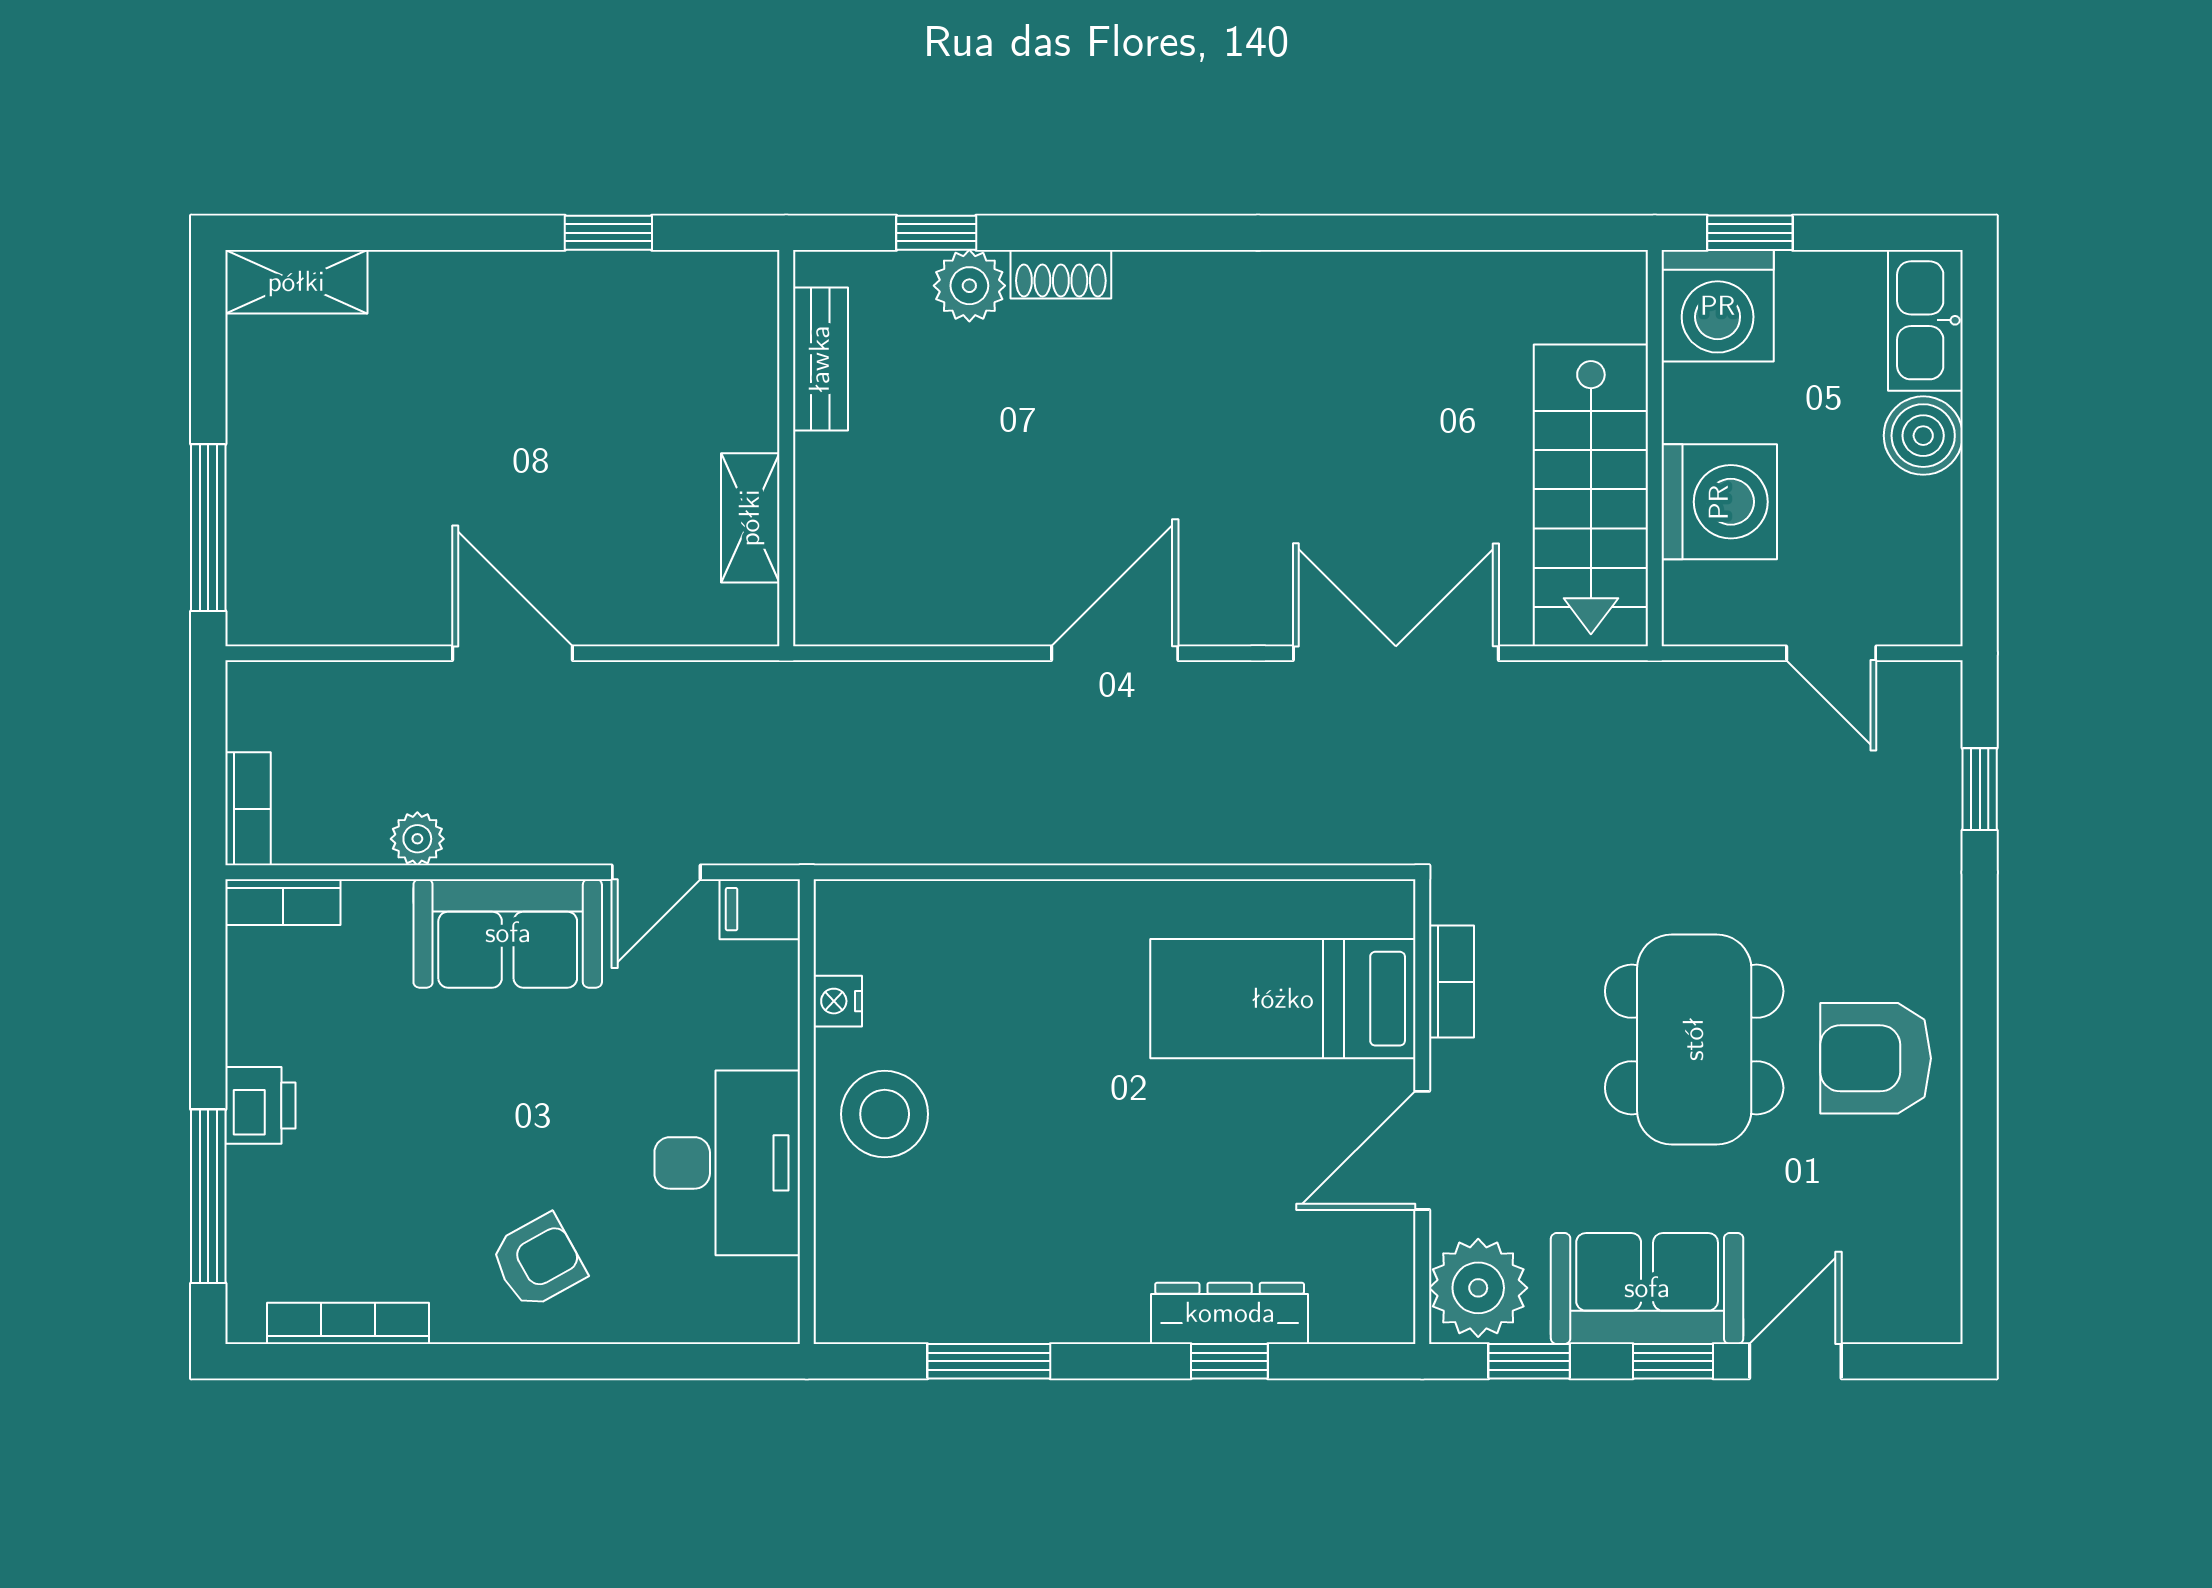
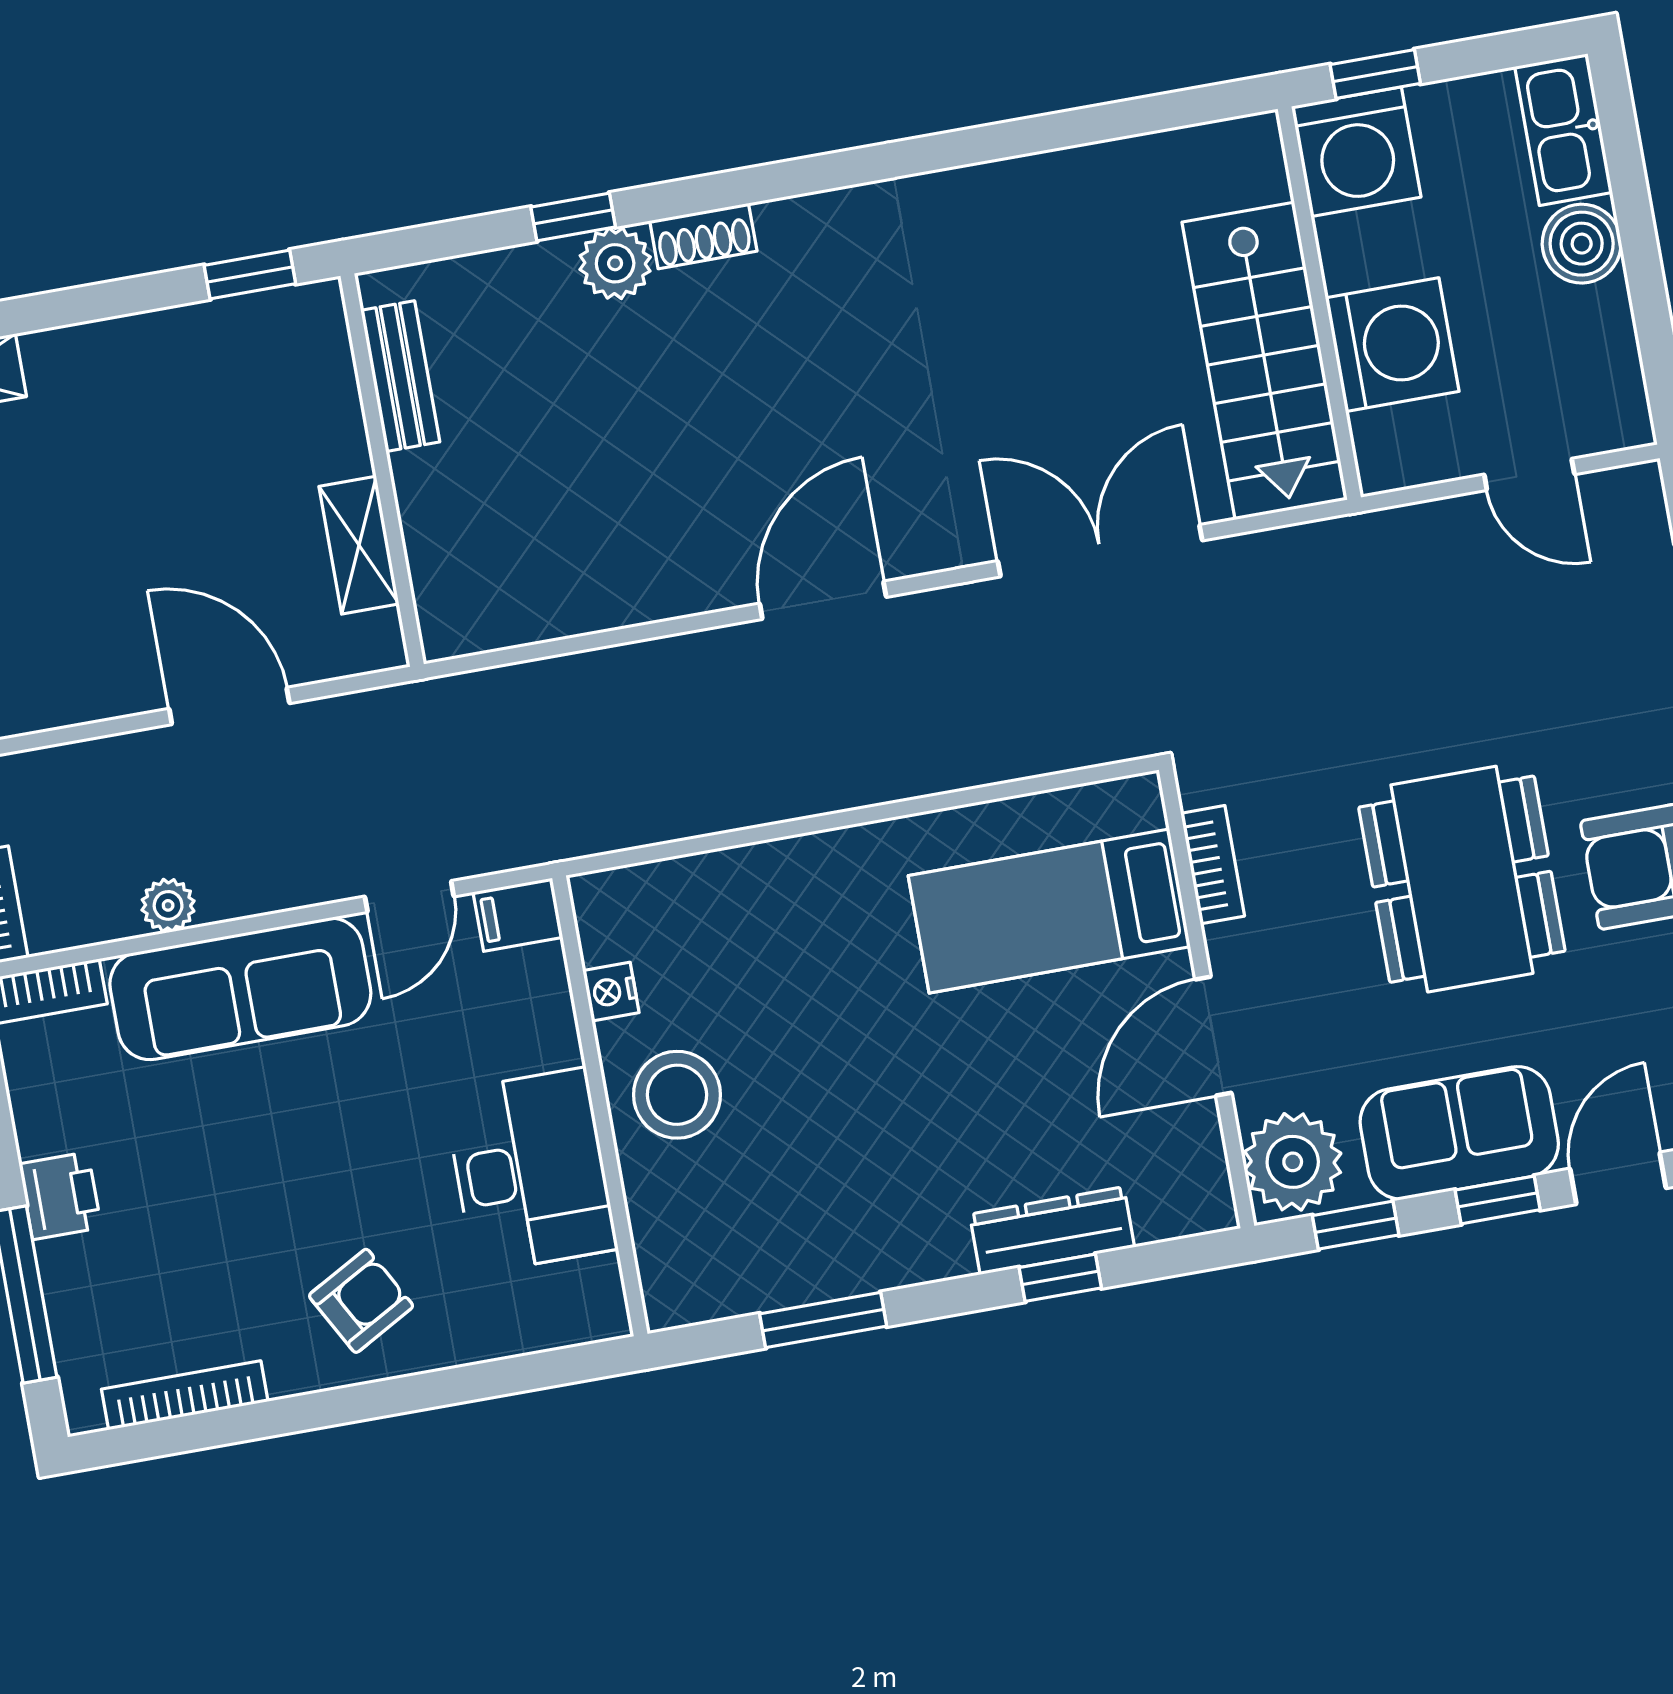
bench: (820, 359) -> (400, 376), moved
wall: (786, 448) -> (382, 470), moved
shelving: (750, 518) -> (359, 545), moved
sofa: (508, 933) -> (240, 989), width x1.36

